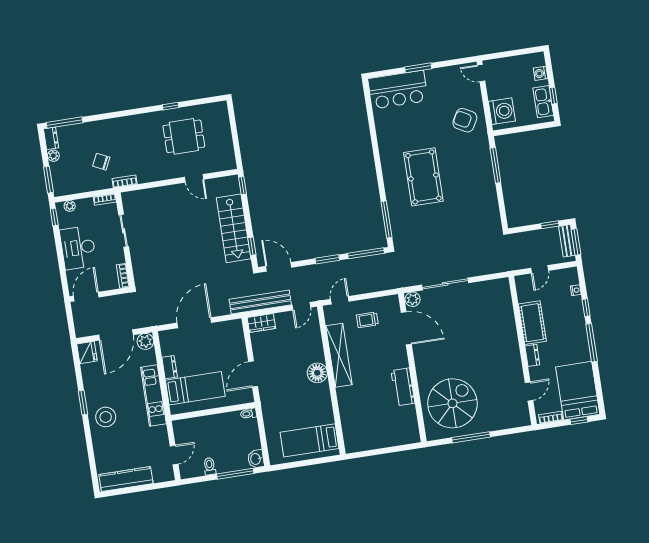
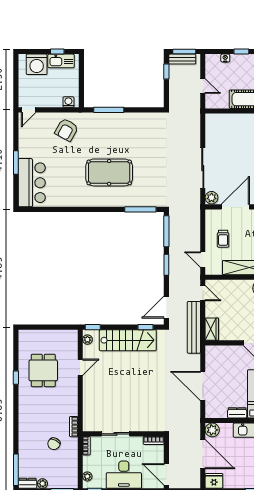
washing machine: (541, 73) -> (37, 64), width x1.89, depth x1.89
washing machine: (502, 111) -> (68, 102), width x0.53, depth x0.53
plant: (227, 182) -> (87, 340), added

